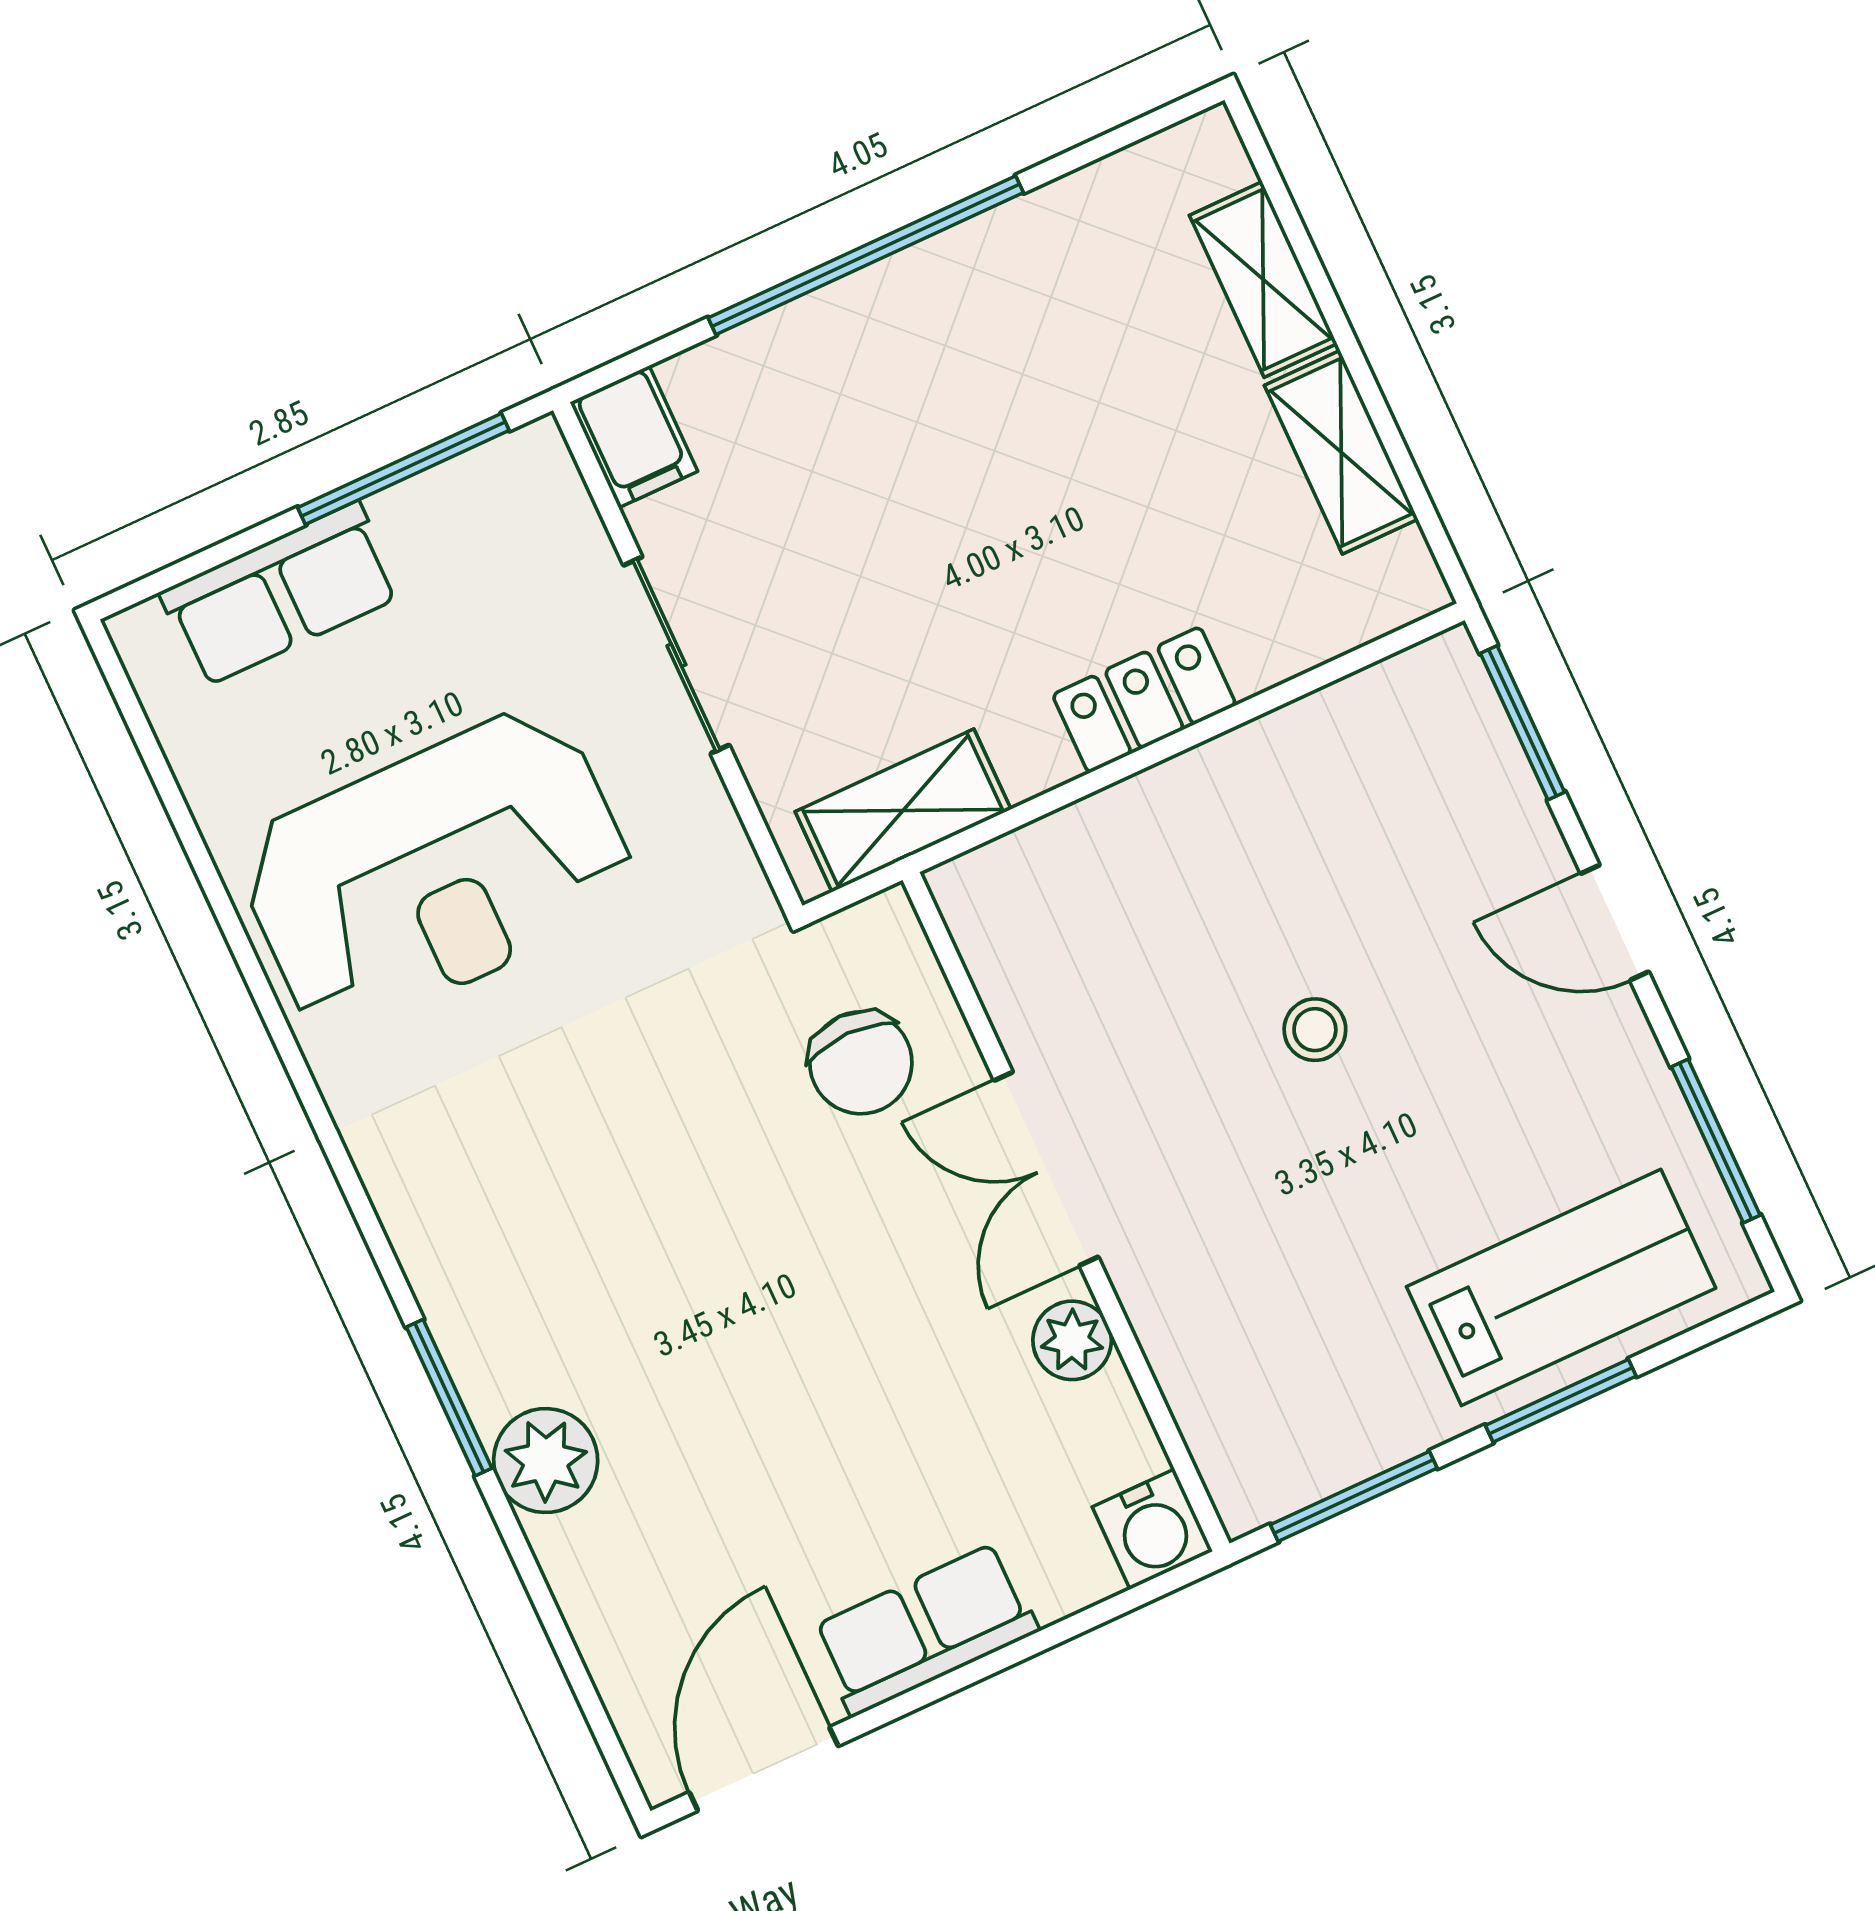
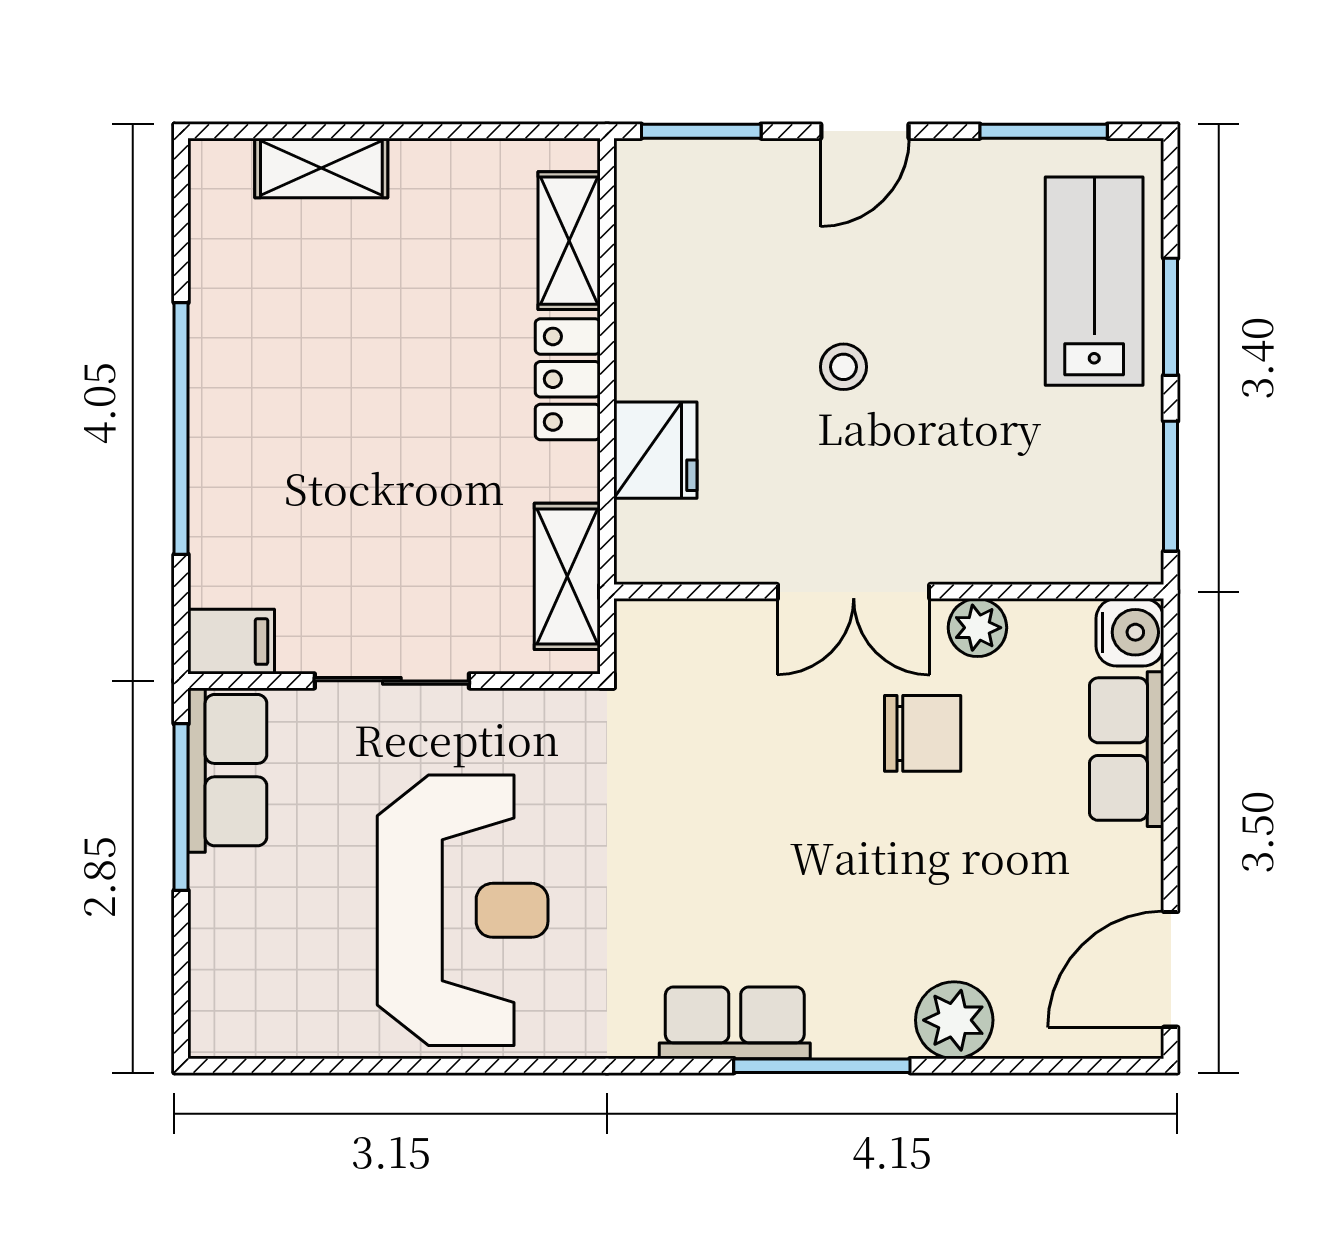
shelving: (1341, 452) -> (569, 241), moved, turned 90
row of seats: (281, 594) -> (227, 770), moved
fridge: (1107, 847) -> (655, 450), added
chair: (861, 1063) -> (923, 733), moved
row of seats: (452, 1267) -> (735, 1023), added
window: (449, 1398) -> (822, 1066), width x1.44
plant: (546, 1461) -> (954, 1020), moved
row of seats: (925, 1629) -> (1127, 749), moved
door: (764, 1769) -> (1171, 969), hinge flipped

